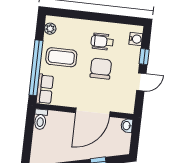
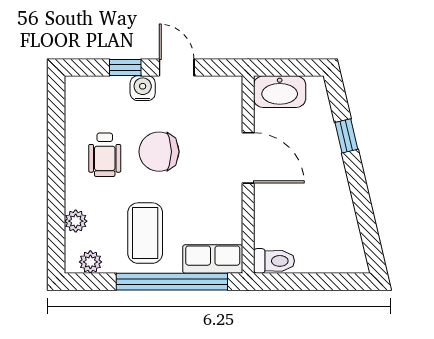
plant: (71, 24) -> (76, 221), added
water cooler: (136, 39) -> (143, 88), moved
door: (93, 112) -> (248, 158), width x0.73
washbasin: (127, 126) -> (280, 92), width x1.91, depth x1.45

